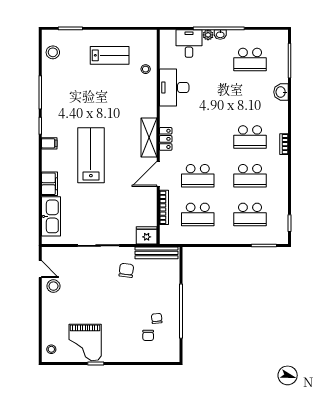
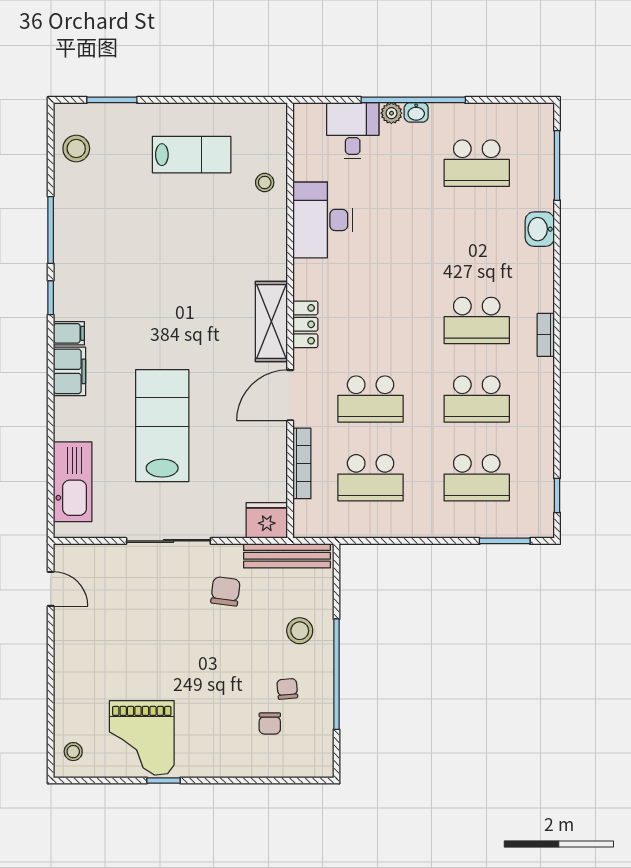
lab bench: (91, 155) -> (162, 426), moved
filing cabinet: (49, 184) -> (69, 371), moved
stool: (53, 286) -> (300, 631), moved

